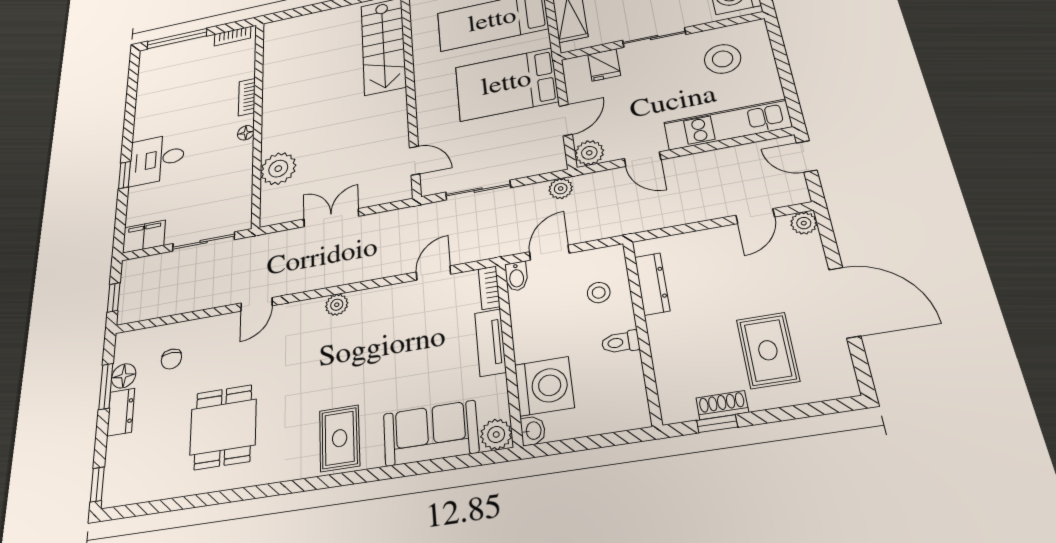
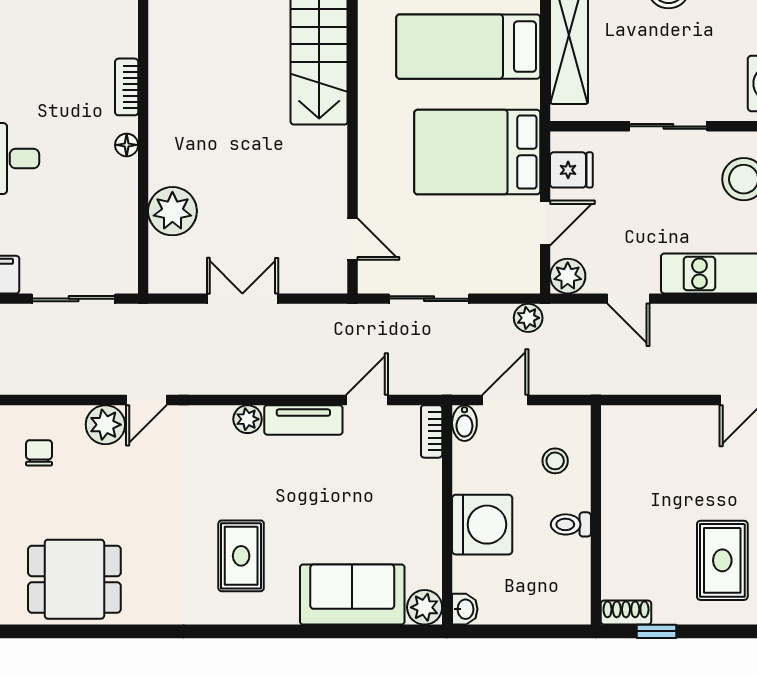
fridge: (604, 65) -> (571, 170), moved, turned -90
dresser: (652, 284) -> (615, 461), removed
plant: (224, 329) -> (105, 425), added
tv unit: (490, 342) -> (303, 420), moved, turned -90
chair: (171, 359) -> (39, 453), turned 180
washing machine: (544, 386) -> (482, 525), moved
shoe rack: (722, 405) -> (626, 613), moved
dining table: (223, 427) -> (74, 579), moved, turned 90
rug: (340, 438) -> (241, 556), moved

